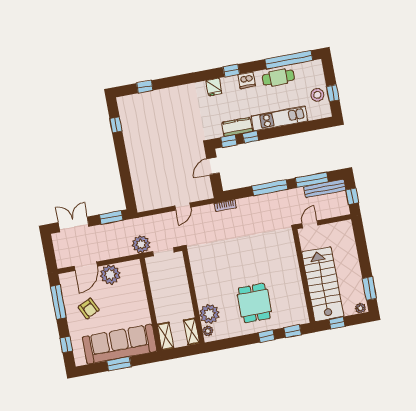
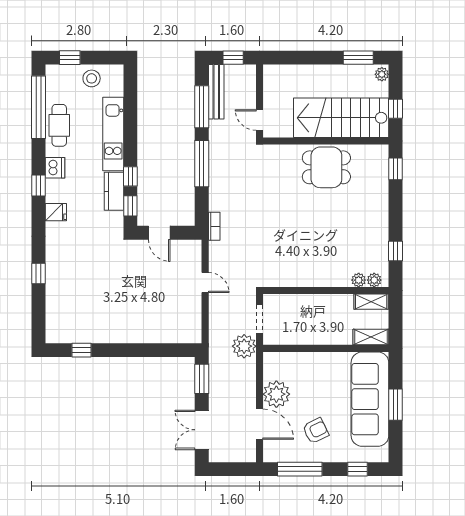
window: (145, 87) -> (38, 273), moved
window: (333, 93) -> (70, 58), moved
dining table: (254, 303) -> (326, 167), moved
plant: (209, 314) -> (359, 280), width x0.53, depth x0.53
window: (267, 336) -> (396, 251), moved

